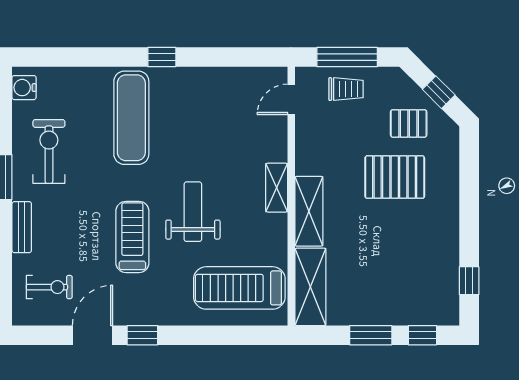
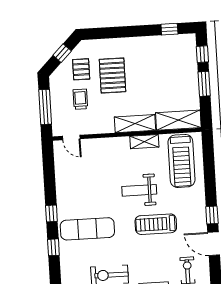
window: (103, 57) -> (53, 247), added
trolley: (346, 89) -> (80, 99), moved
shelving: (277, 188) -> (144, 142), moved

